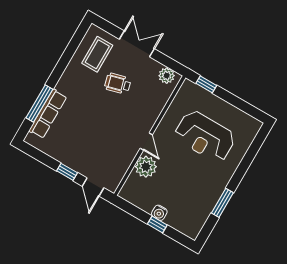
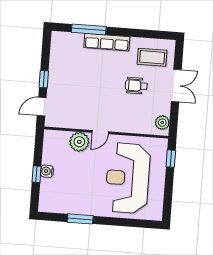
wheelchair: (118, 84) -> (136, 86), turned -75
row of seats: (48, 114) -> (107, 42), moved
reception desk: (205, 136) -> (128, 178), width x1.36, depth x1.30

